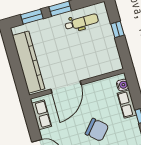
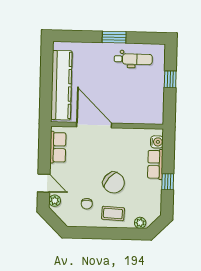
window: (32, 17) -> (80, 36), removed
door: (66, 87) -> (94, 125), swing flipped

